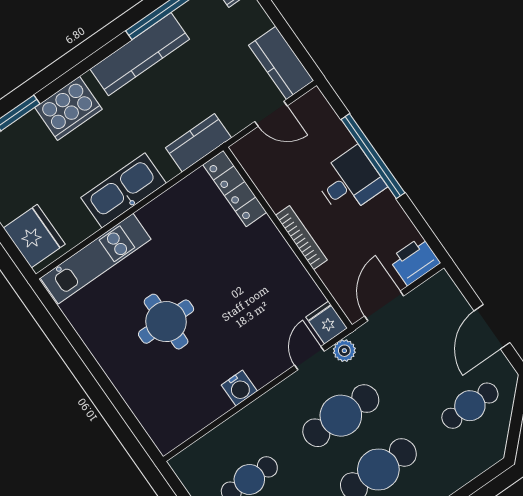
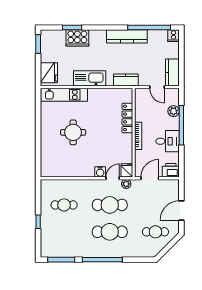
cooker: (69, 108) -> (77, 38), moved
plant: (338, 139) -> (174, 111), added
desk: (350, 182) -> (168, 141), moved
locker: (235, 188) -> (127, 118), moved
water cooler: (239, 388) -> (100, 172), moved

